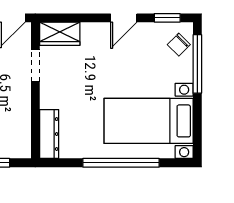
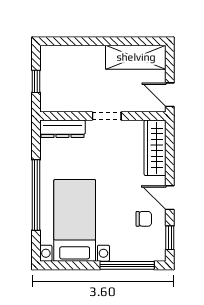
wardrobe: (60, 34) -> (155, 148), width x1.50
chair: (179, 45) -> (144, 219), moved, turned 135
doorway: (35, 66) -> (107, 116), moved

